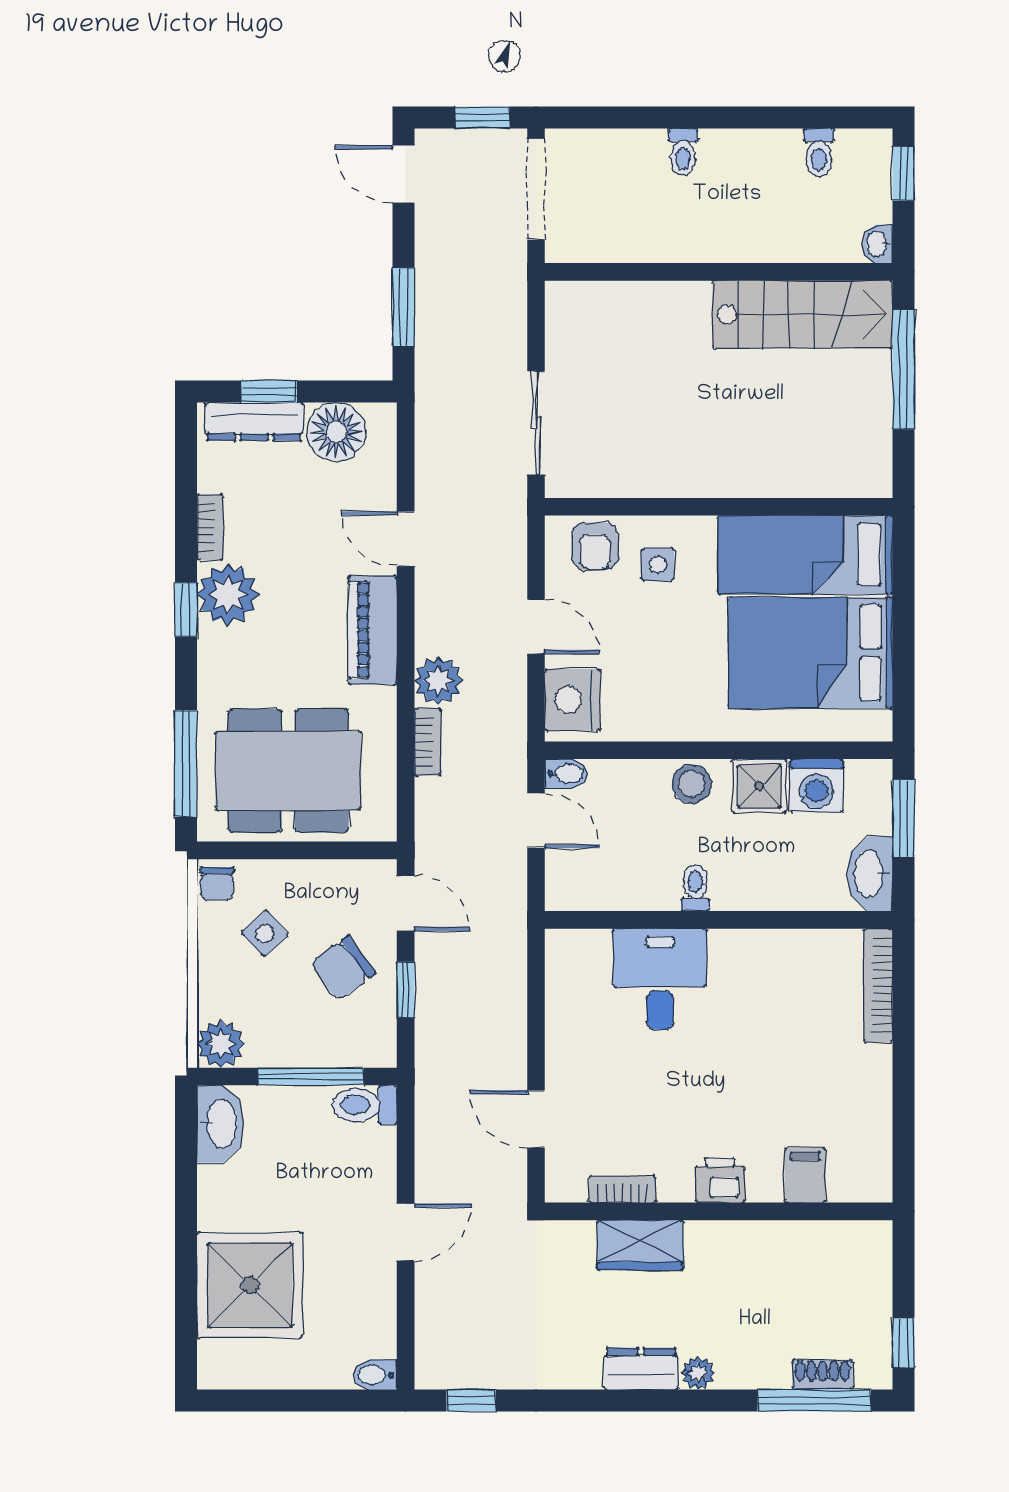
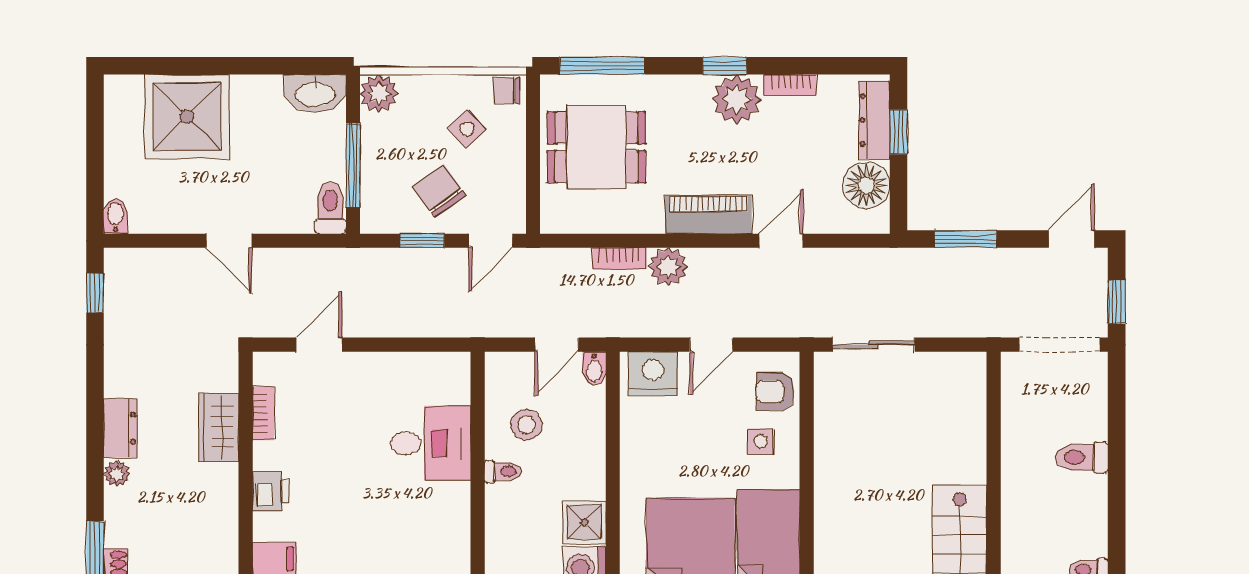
toilet: (683, 152) -> (1082, 457), width x1.37, depth x1.39
dining table: (288, 771) -> (596, 147), width x0.73
stool: (692, 784) -> (526, 425), moved

